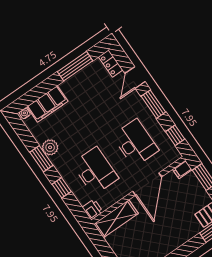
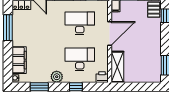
plant: (50, 147) -> (57, 77), moved
window: (41, 159) -> (39, 87), moved
door: (147, 184) -> (110, 34), hinge flipped

